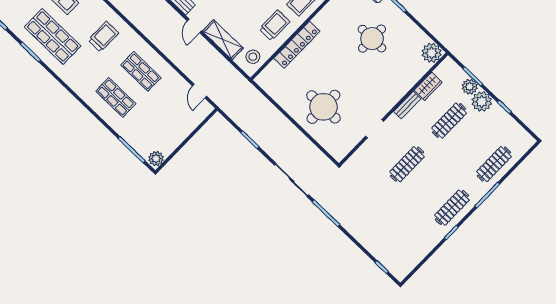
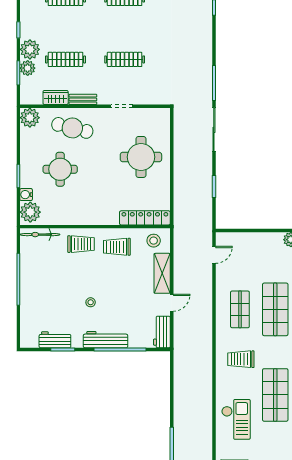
locker: (297, 45) -> (145, 218), moved
cafe table: (394, 77) -> (72, 128), added
shop shelf: (116, 97) -> (275, 309), width x1.43, depth x1.36

